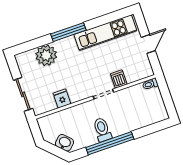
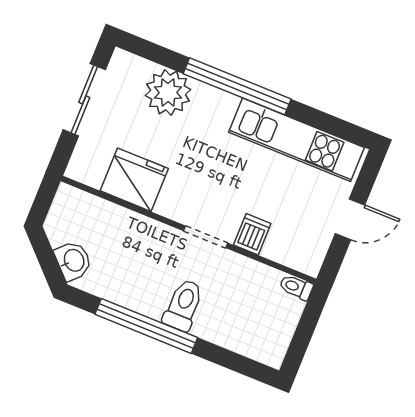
window: (68, 32) -> (237, 86), width x1.46
sliding door: (23, 94) -> (84, 100), moved
fridge: (62, 99) -> (134, 180), width x1.88, depth x1.34
toilet: (102, 130) -> (183, 305), moved

